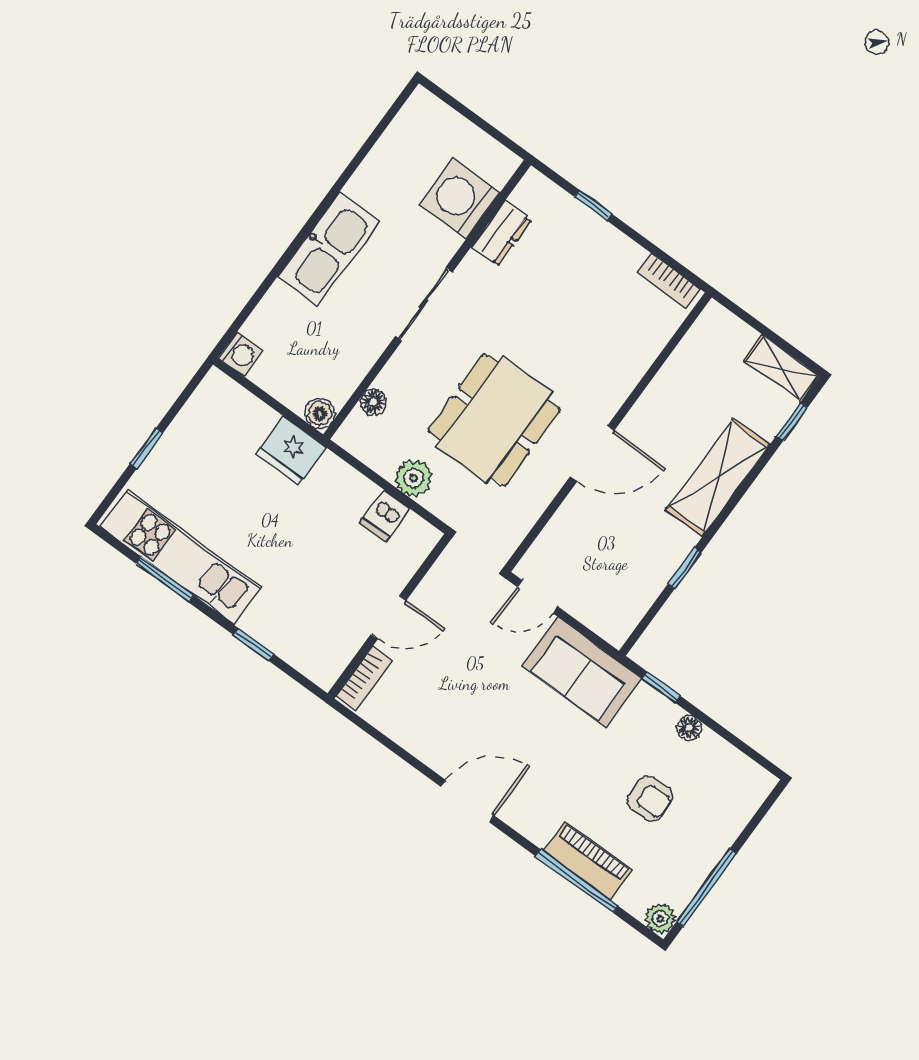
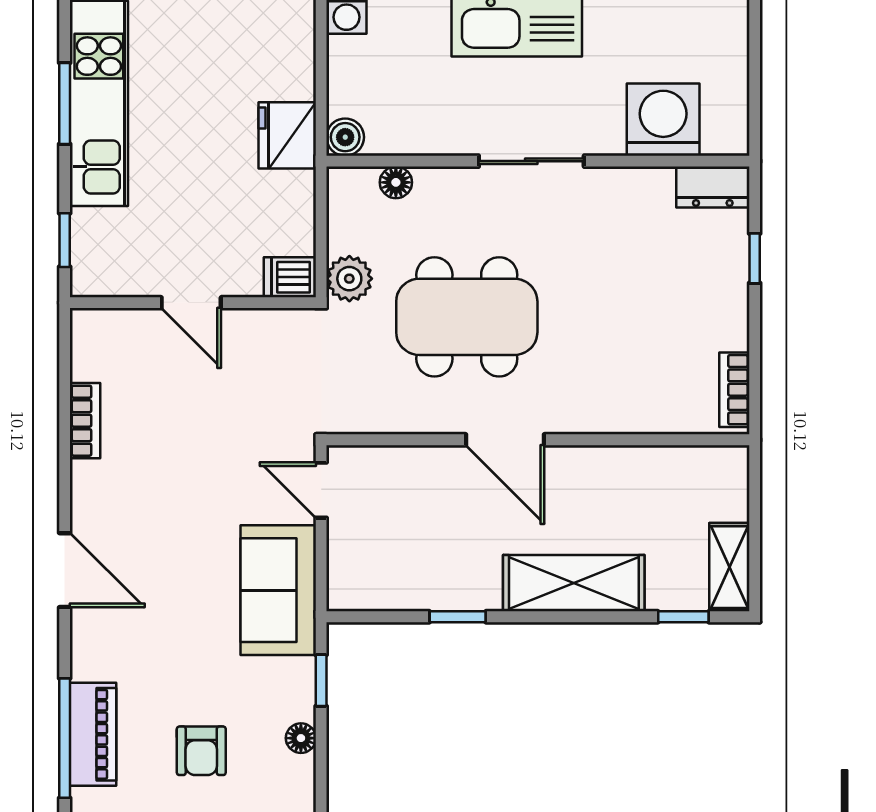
dresser: (501, 233) -> (713, 187), moved
wall: (389, 616) -> (193, 303), moved
door: (389, 617) -> (191, 303), moved
bookcase: (364, 678) -> (85, 421), moved, turned -90

